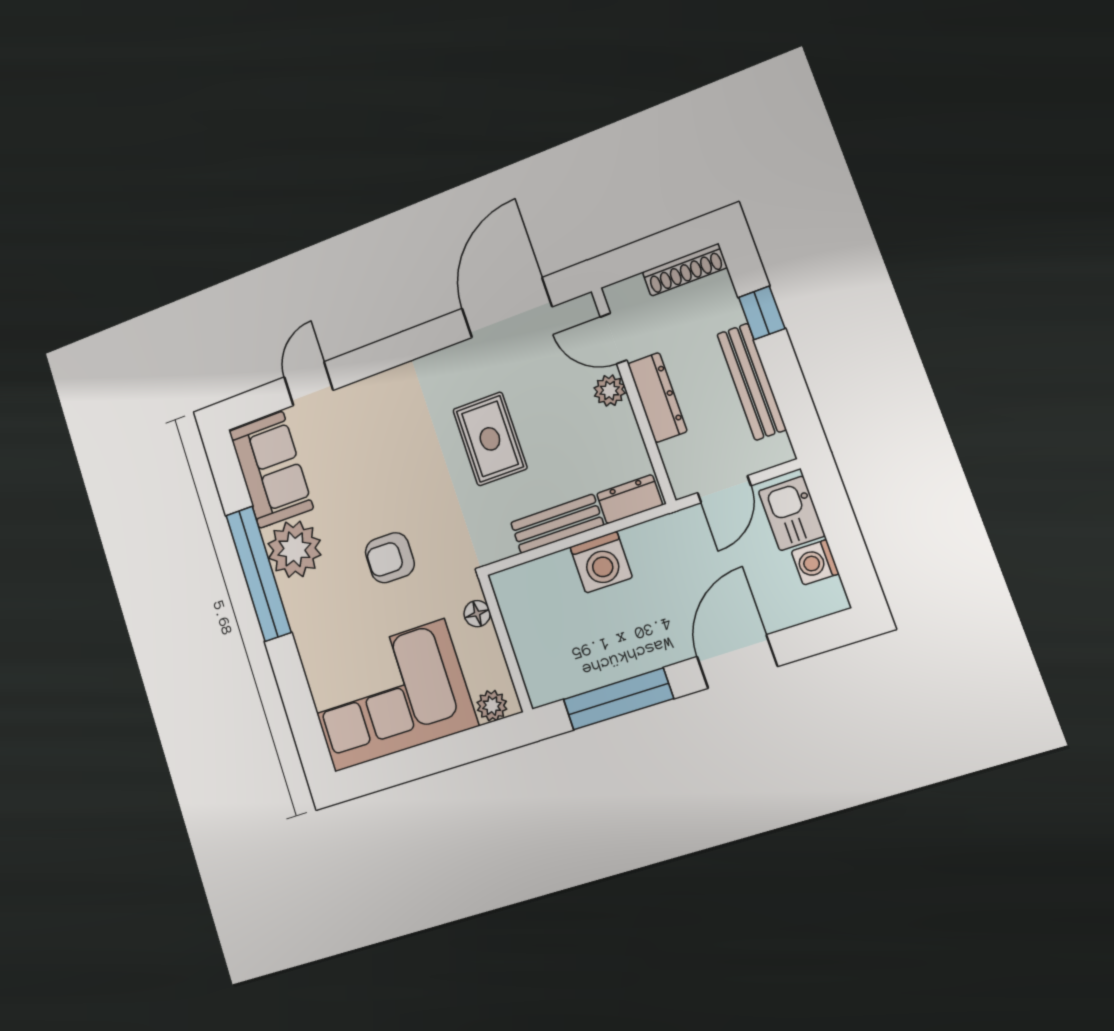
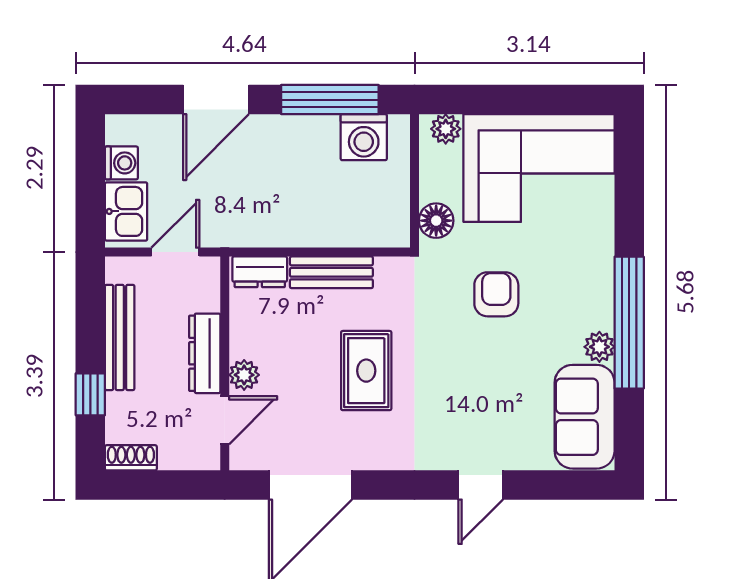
shoe rack: (685, 270) -> (131, 458), width x0.70
door: (613, 339) -> (225, 420), hinge flipped
door: (309, 384) -> (481, 485), moved
plant: (294, 549) -> (599, 347), width x0.53, depth x0.53
armchair: (390, 558) -> (496, 294), turned -90
washing machine: (601, 562) -> (364, 137), moved, turned 180
floor lamp: (477, 614) -> (436, 221), width x1.37, depth x1.37

